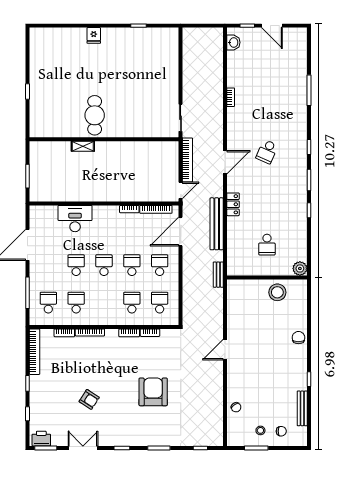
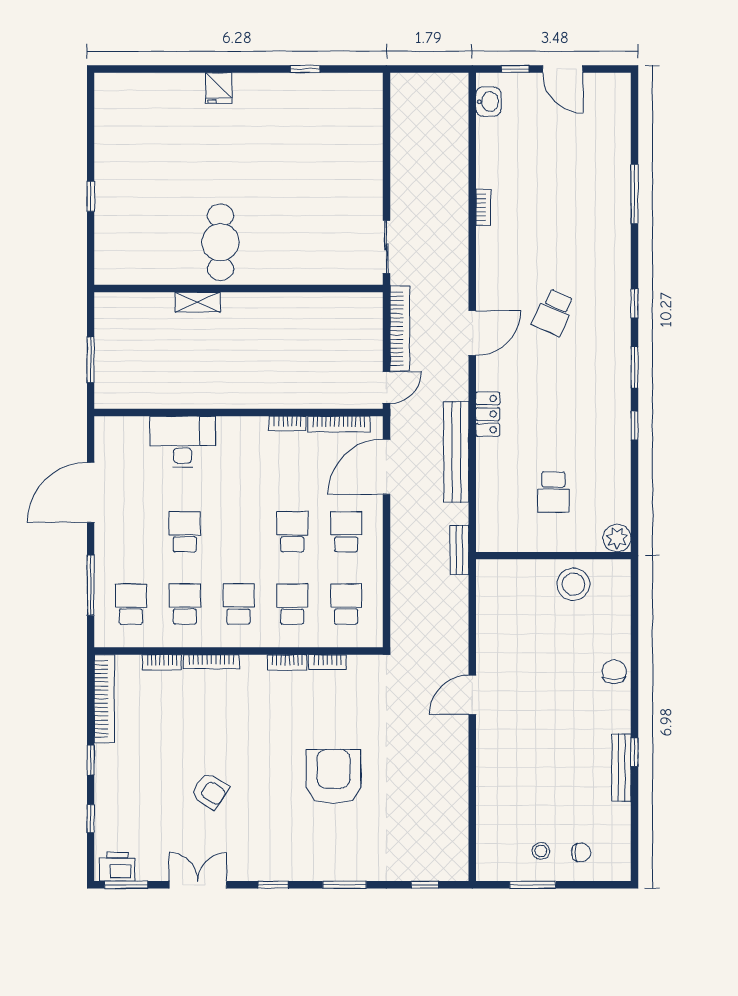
school desk: (104, 265) -> (239, 604), moved
chair: (236, 407) -> (494, 806), removed
bench: (302, 408) -> (621, 768), moved

